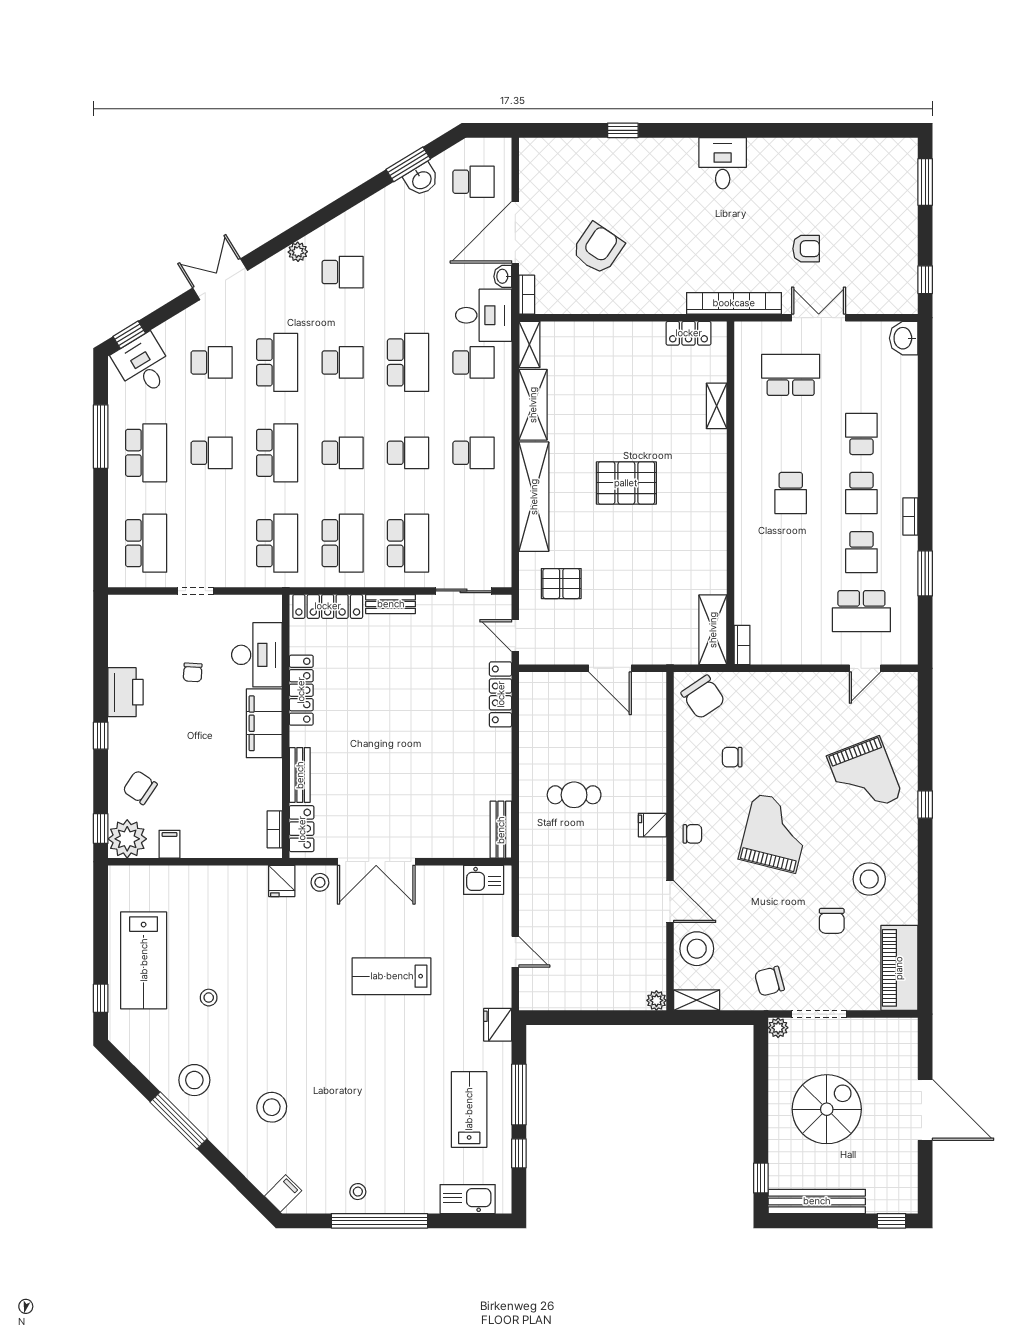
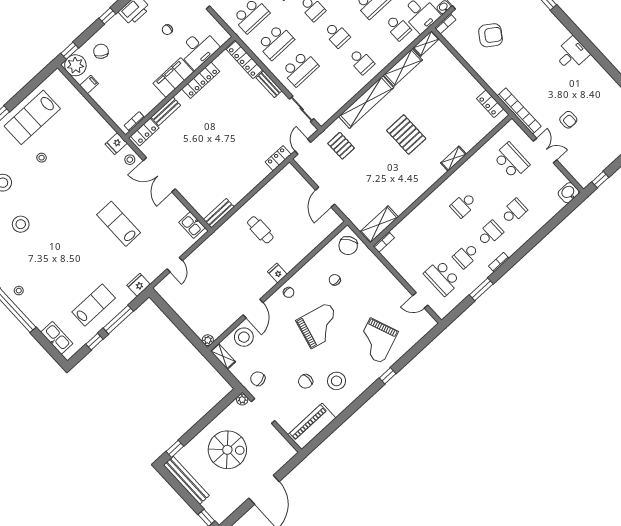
shelving: (717, 406) -> (453, 159), moved
school desk: (861, 493) -> (490, 233), turned 180
locker: (501, 694) -> (278, 158), width x0.66

